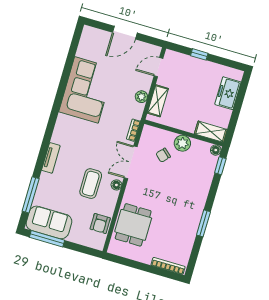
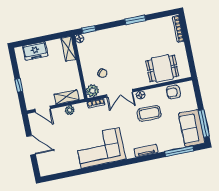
corner sofa: (86, 90) -> (100, 148), moved
plant: (182, 143) -> (92, 91), moved
armchair: (100, 224) -> (174, 92), turned 180

